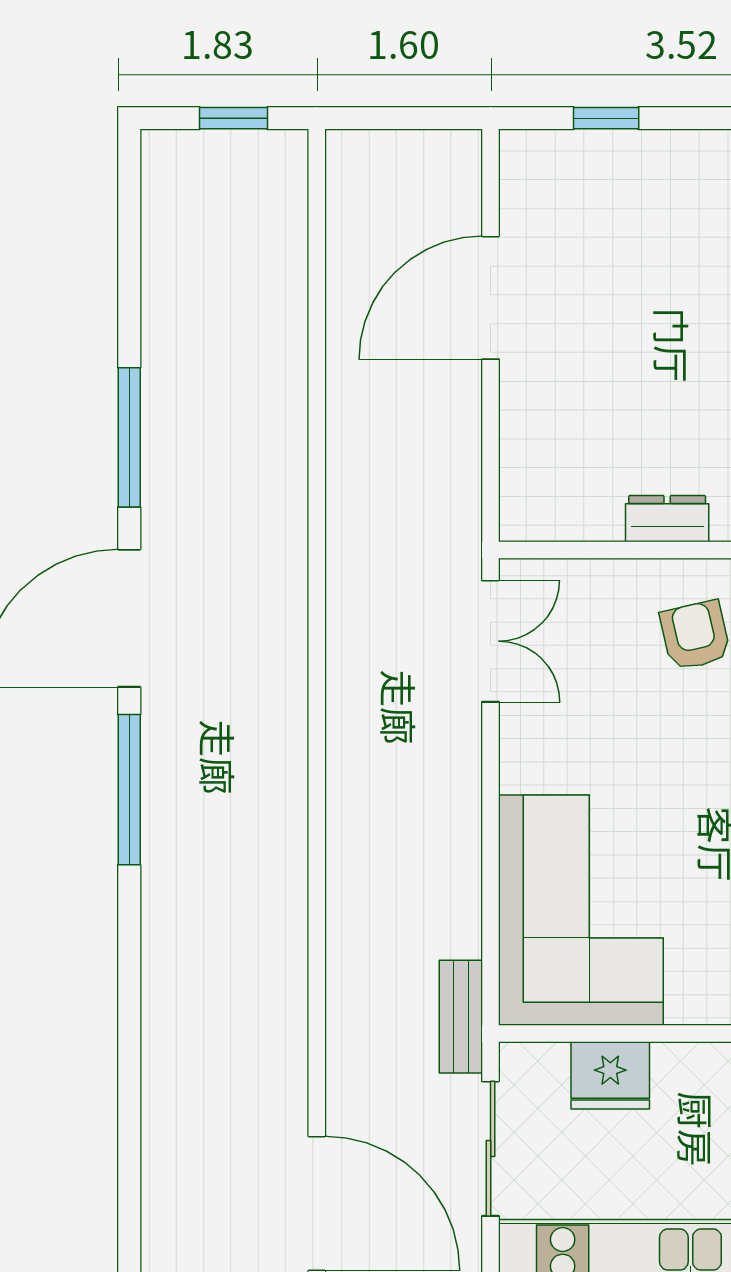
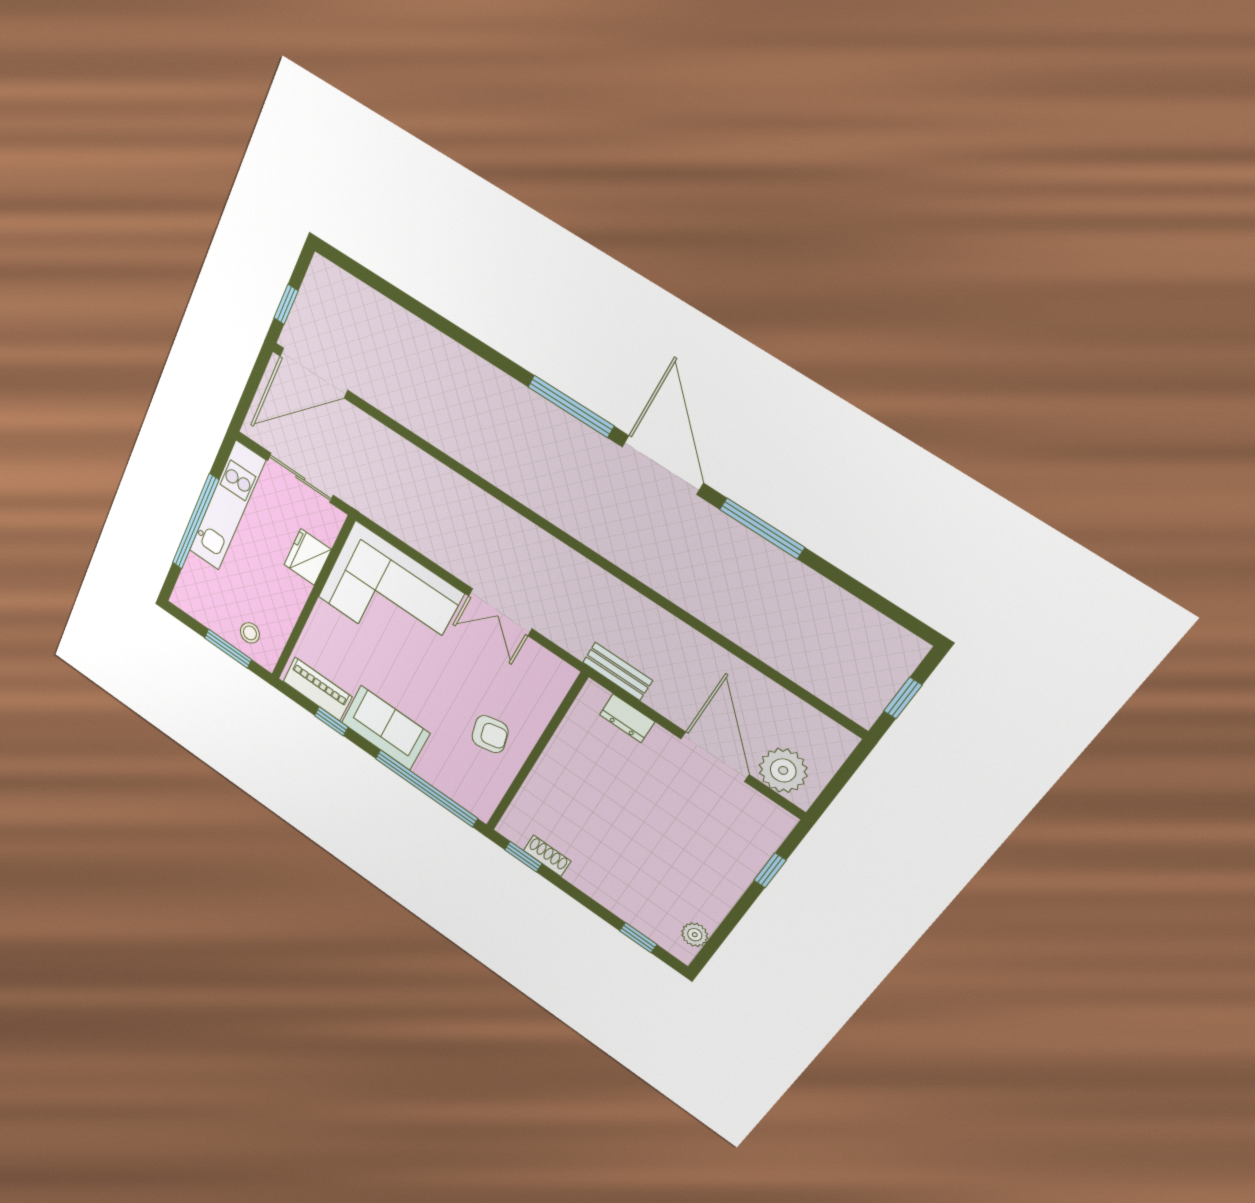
plant: (444, 197) -> (783, 770), added
dresser: (667, 519) -> (627, 718), moved, turned 90
double door: (491, 641) -> (500, 612), moved
bench: (461, 1017) -> (618, 671), moved

